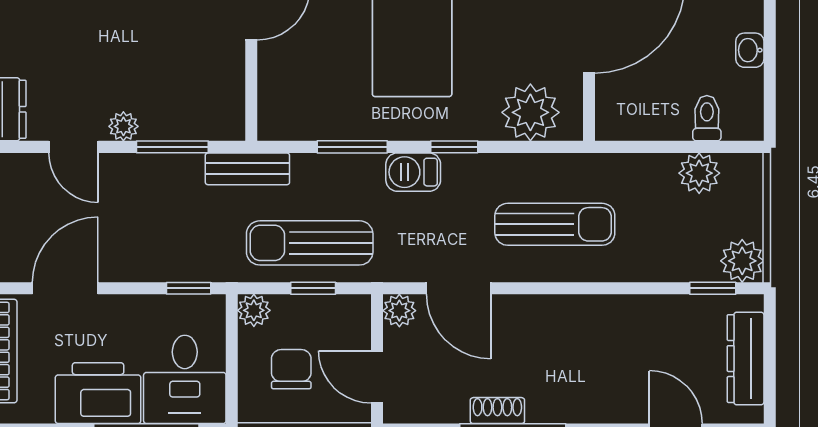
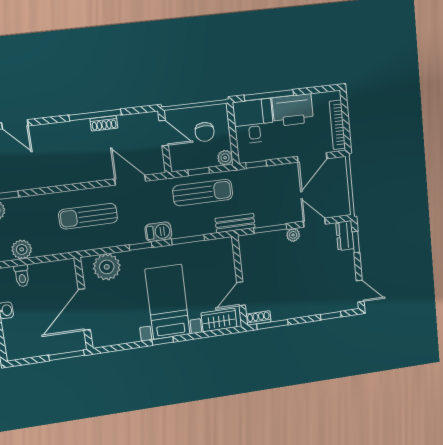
plant: (399, 311) -> (157, 166), removed

